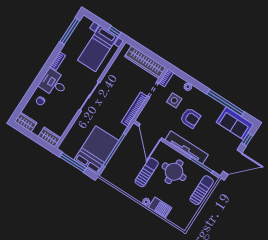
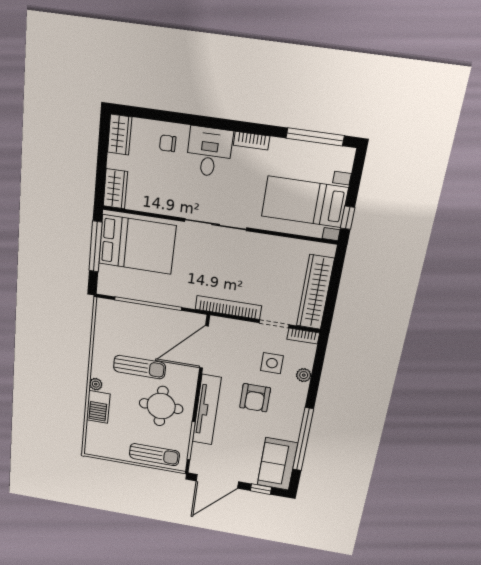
bed: (96, 150) -> (137, 244), moved
door: (233, 162) -> (217, 481), hinge flipped

